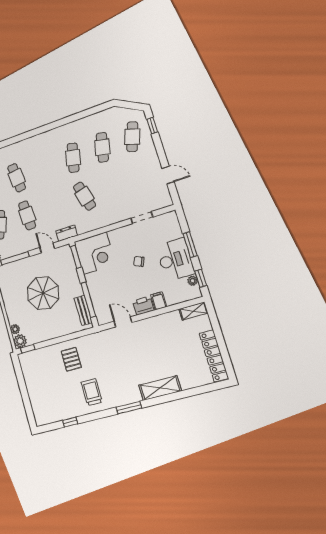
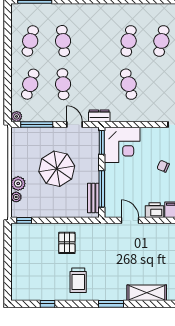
plant: (20, 341) -> (18, 183), moved
trolley: (92, 392) -> (78, 280), turned 180

